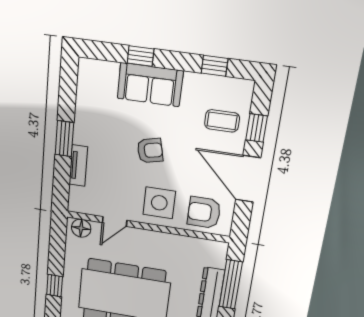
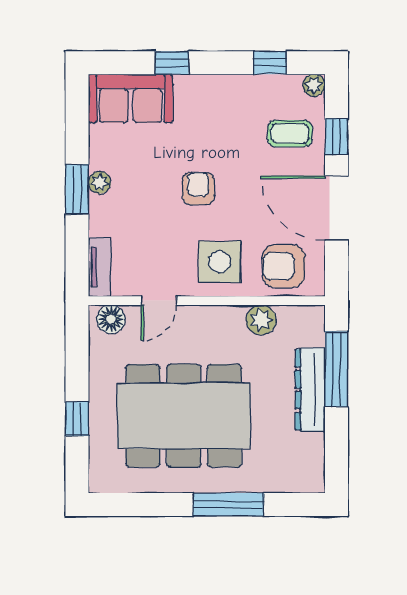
sofa: (150, 85) -> (131, 98), moved
plant: (246, 87) -> (314, 85), added
plant: (81, 136) -> (100, 182), added
armchair: (150, 151) -> (198, 188), turned -77
tv unit: (78, 166) -> (100, 267), moved
plant: (183, 245) -> (261, 320), added

